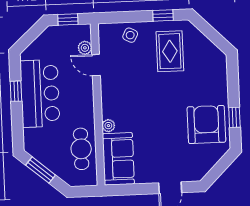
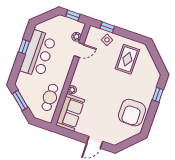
window: (163, 15) -> (107, 27), moved
door: (96, 65) -> (79, 50), swing flipped
window: (234, 117) -> (158, 95), moved
armchair: (206, 124) -> (132, 113), turned 180

